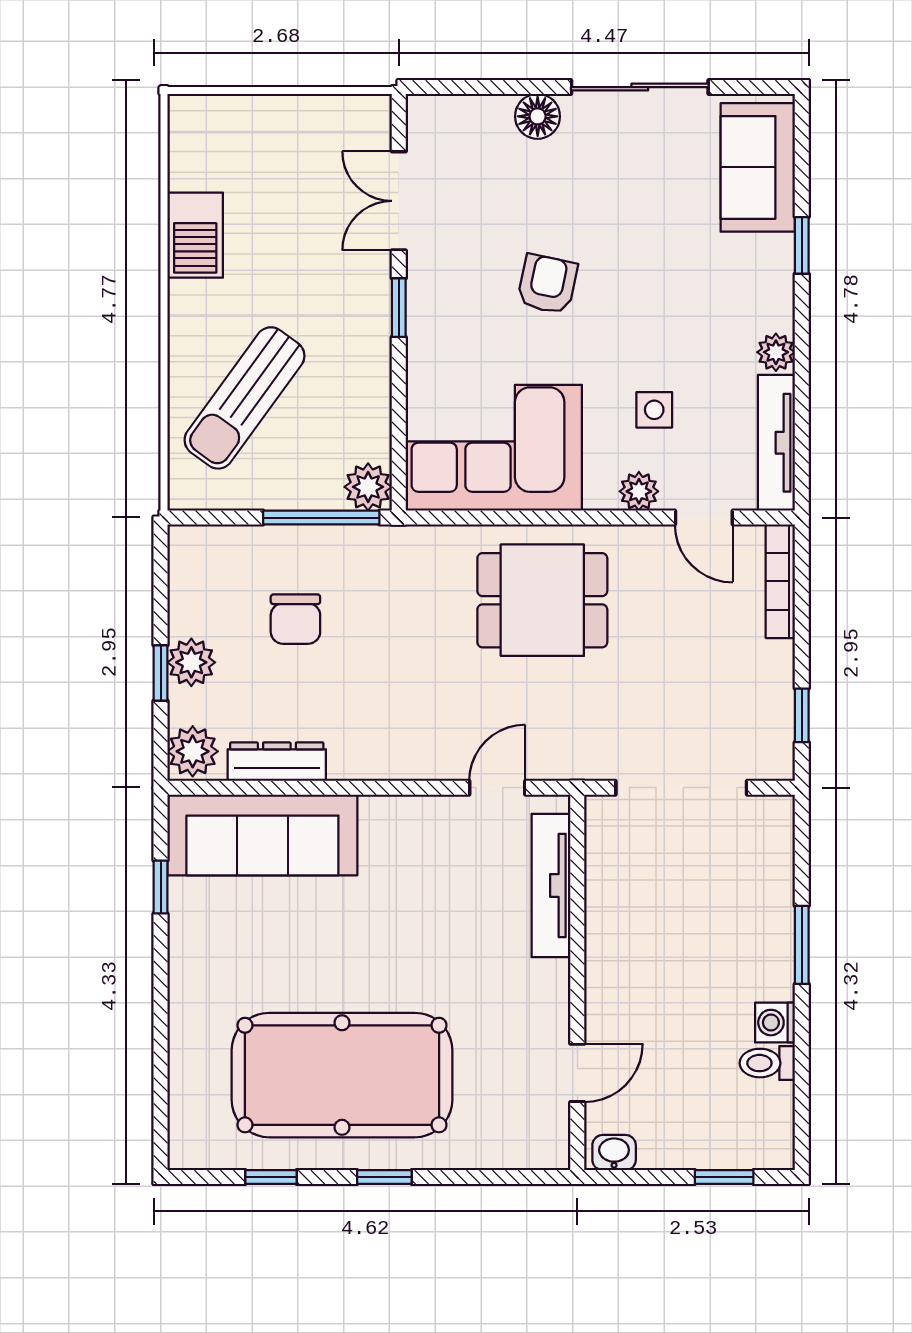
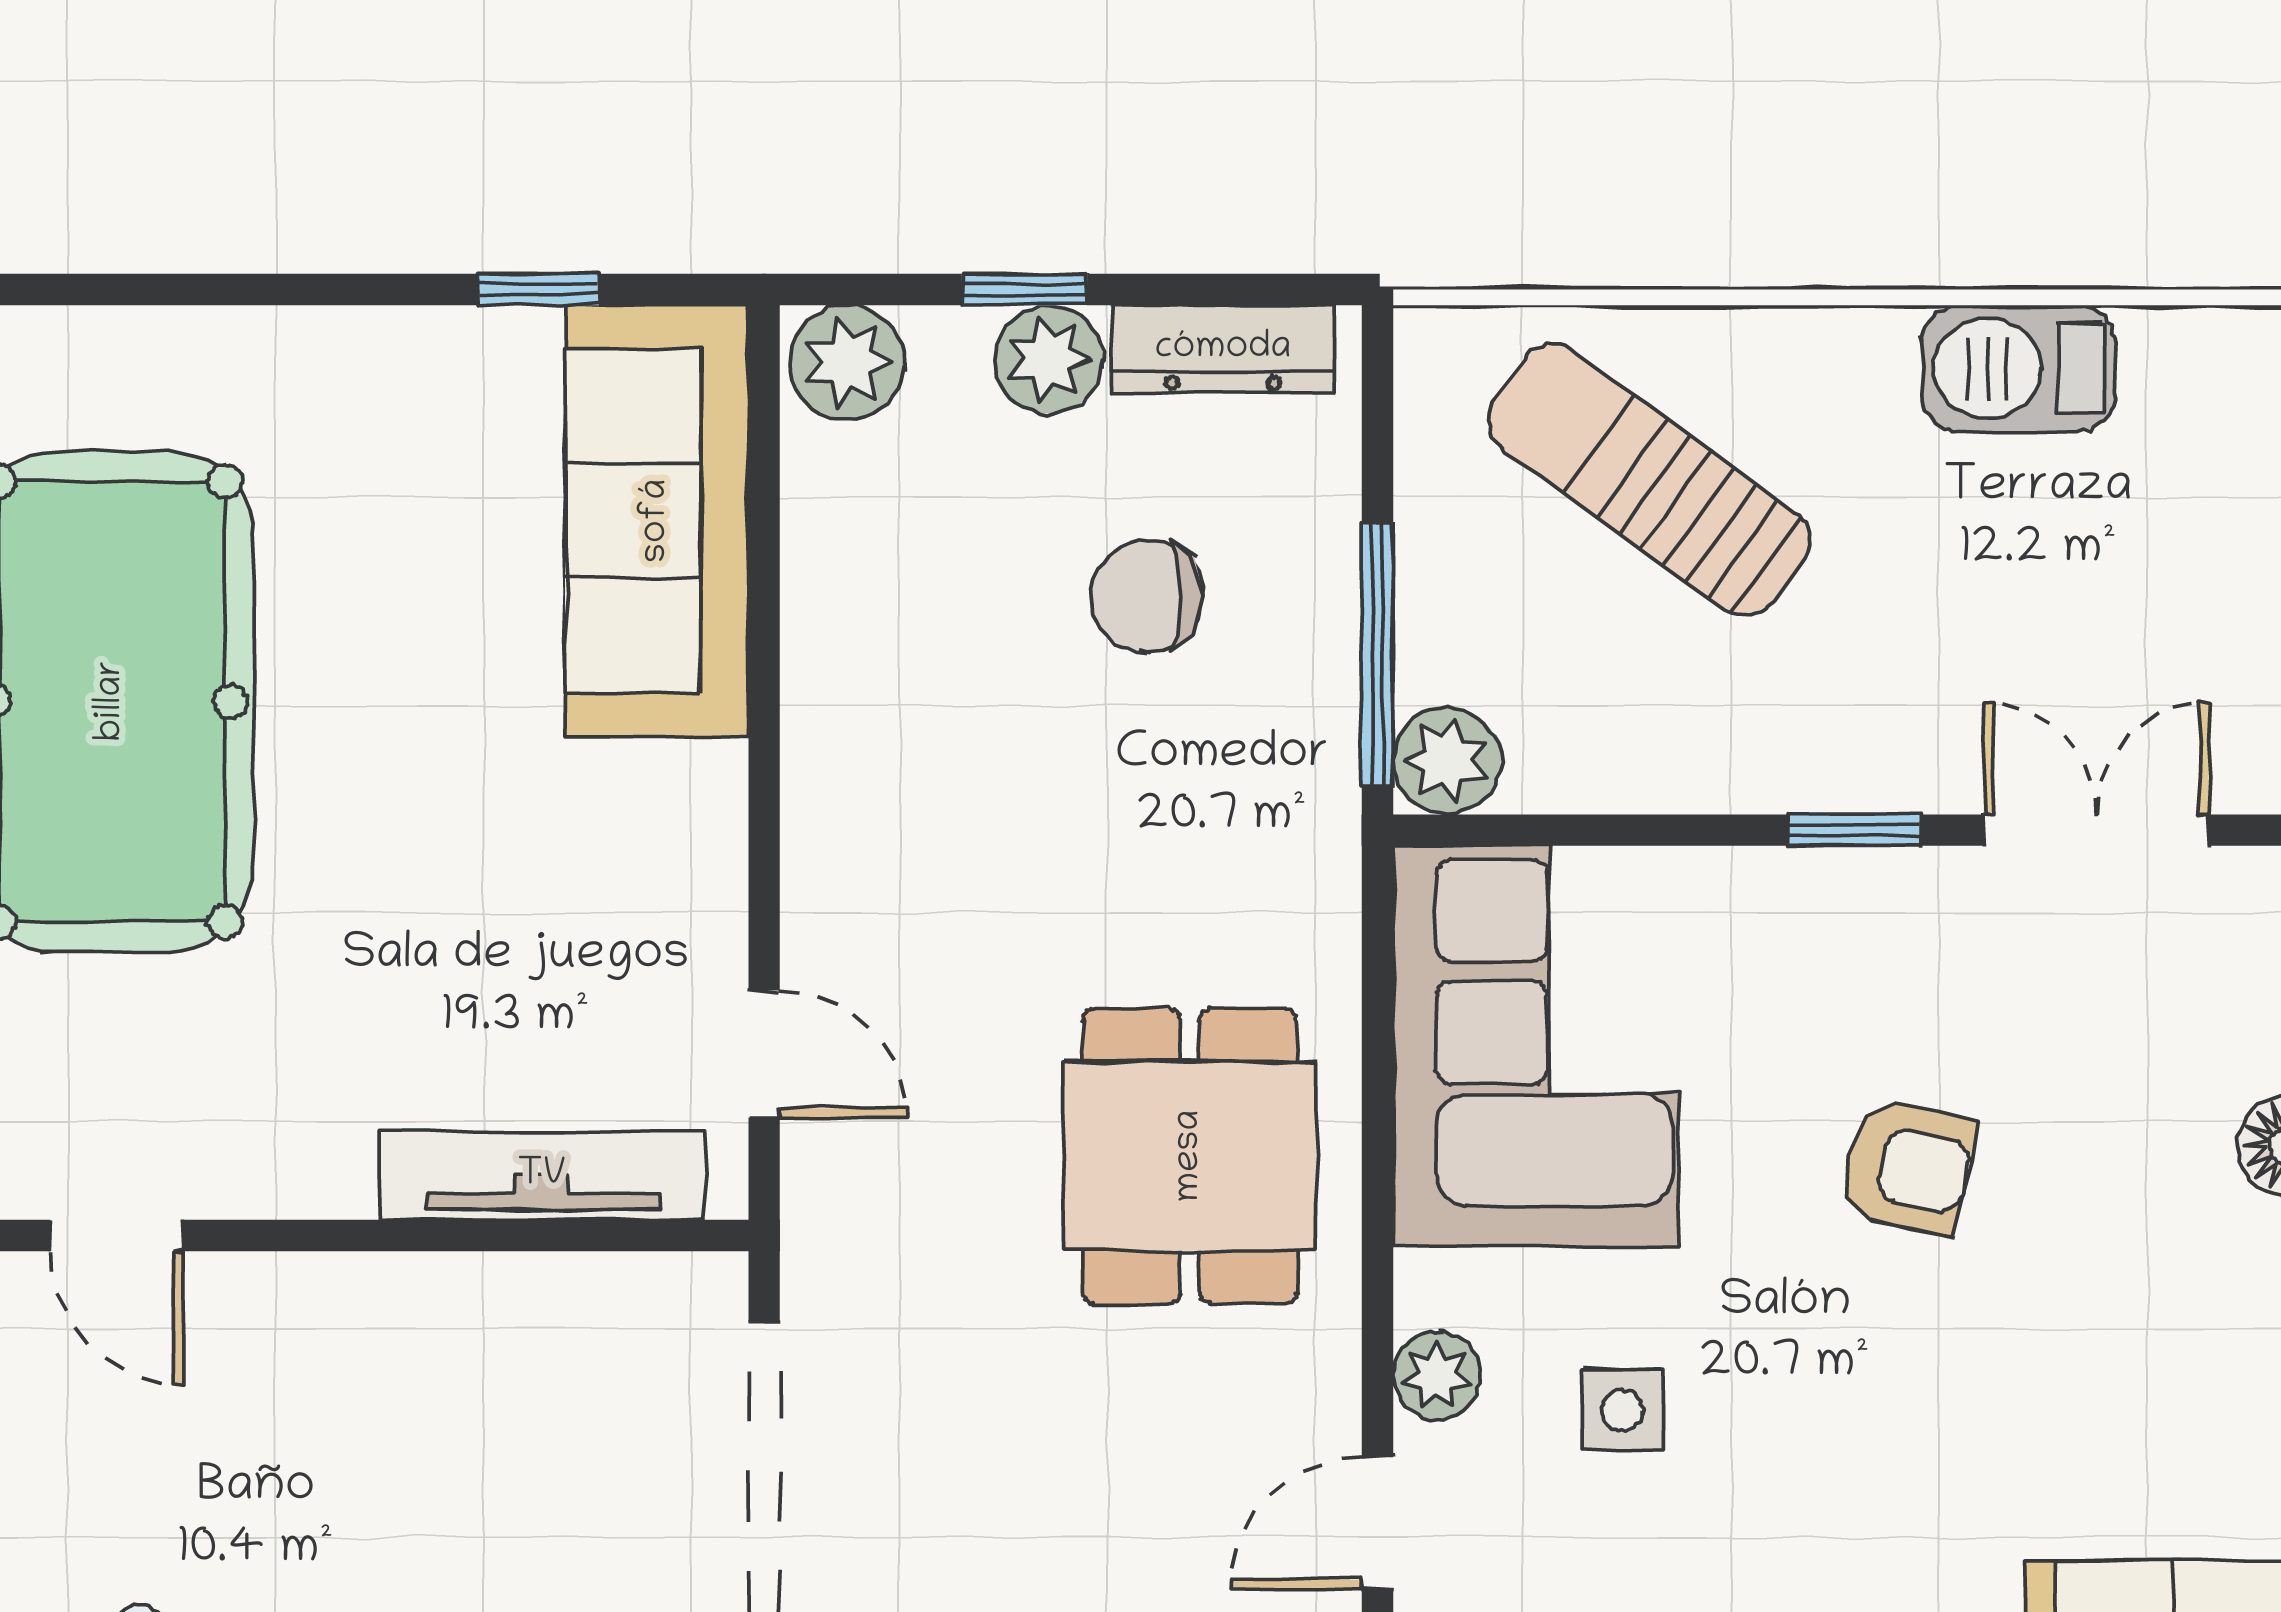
dresser: (277, 762) -> (1223, 349), moved, turned 90

